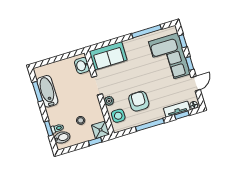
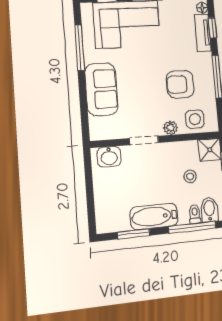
sofa: (108, 56) -> (101, 89), moved
bathtub: (47, 91) -> (154, 216), moved
window: (49, 128) -> (192, 227), width x2.17

